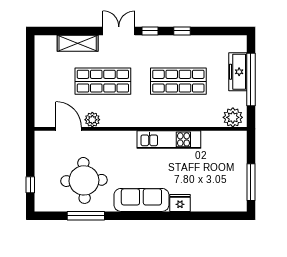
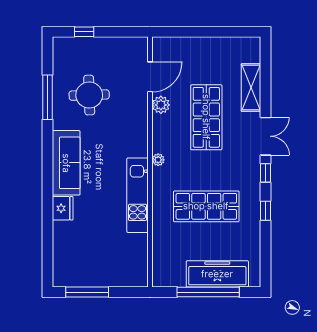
freezer: (238, 72) -> (217, 274), width x1.36, depth x1.26
shop shelf: (178, 81) -> (206, 206), turned 90
plant: (233, 117) -> (158, 160), moved, width x0.53, depth x0.53
round table: (84, 180) -> (89, 95), width x0.73, depth x0.73

